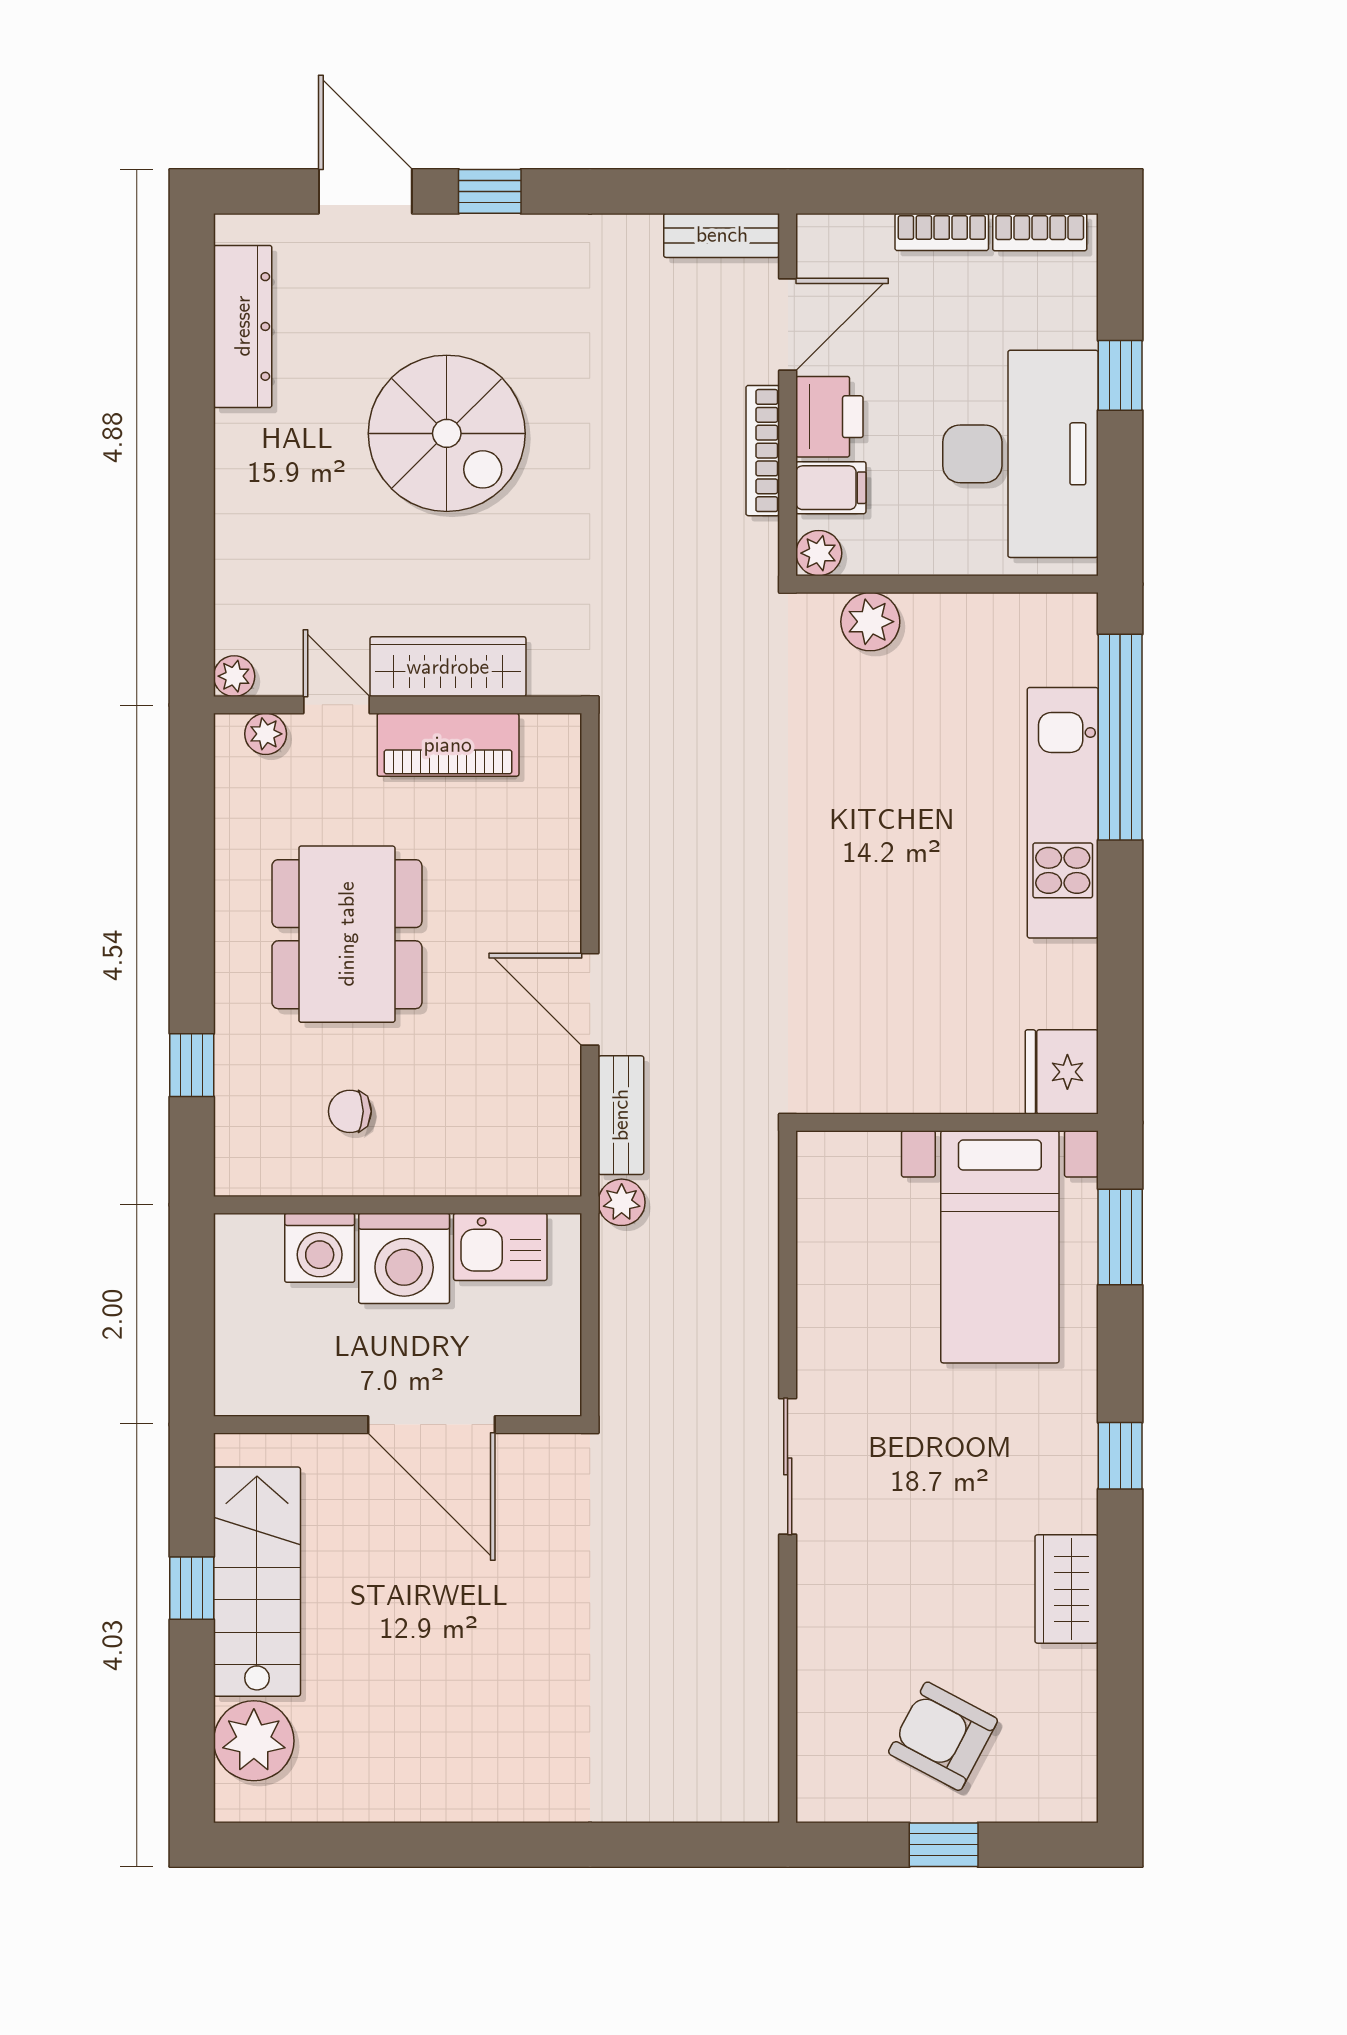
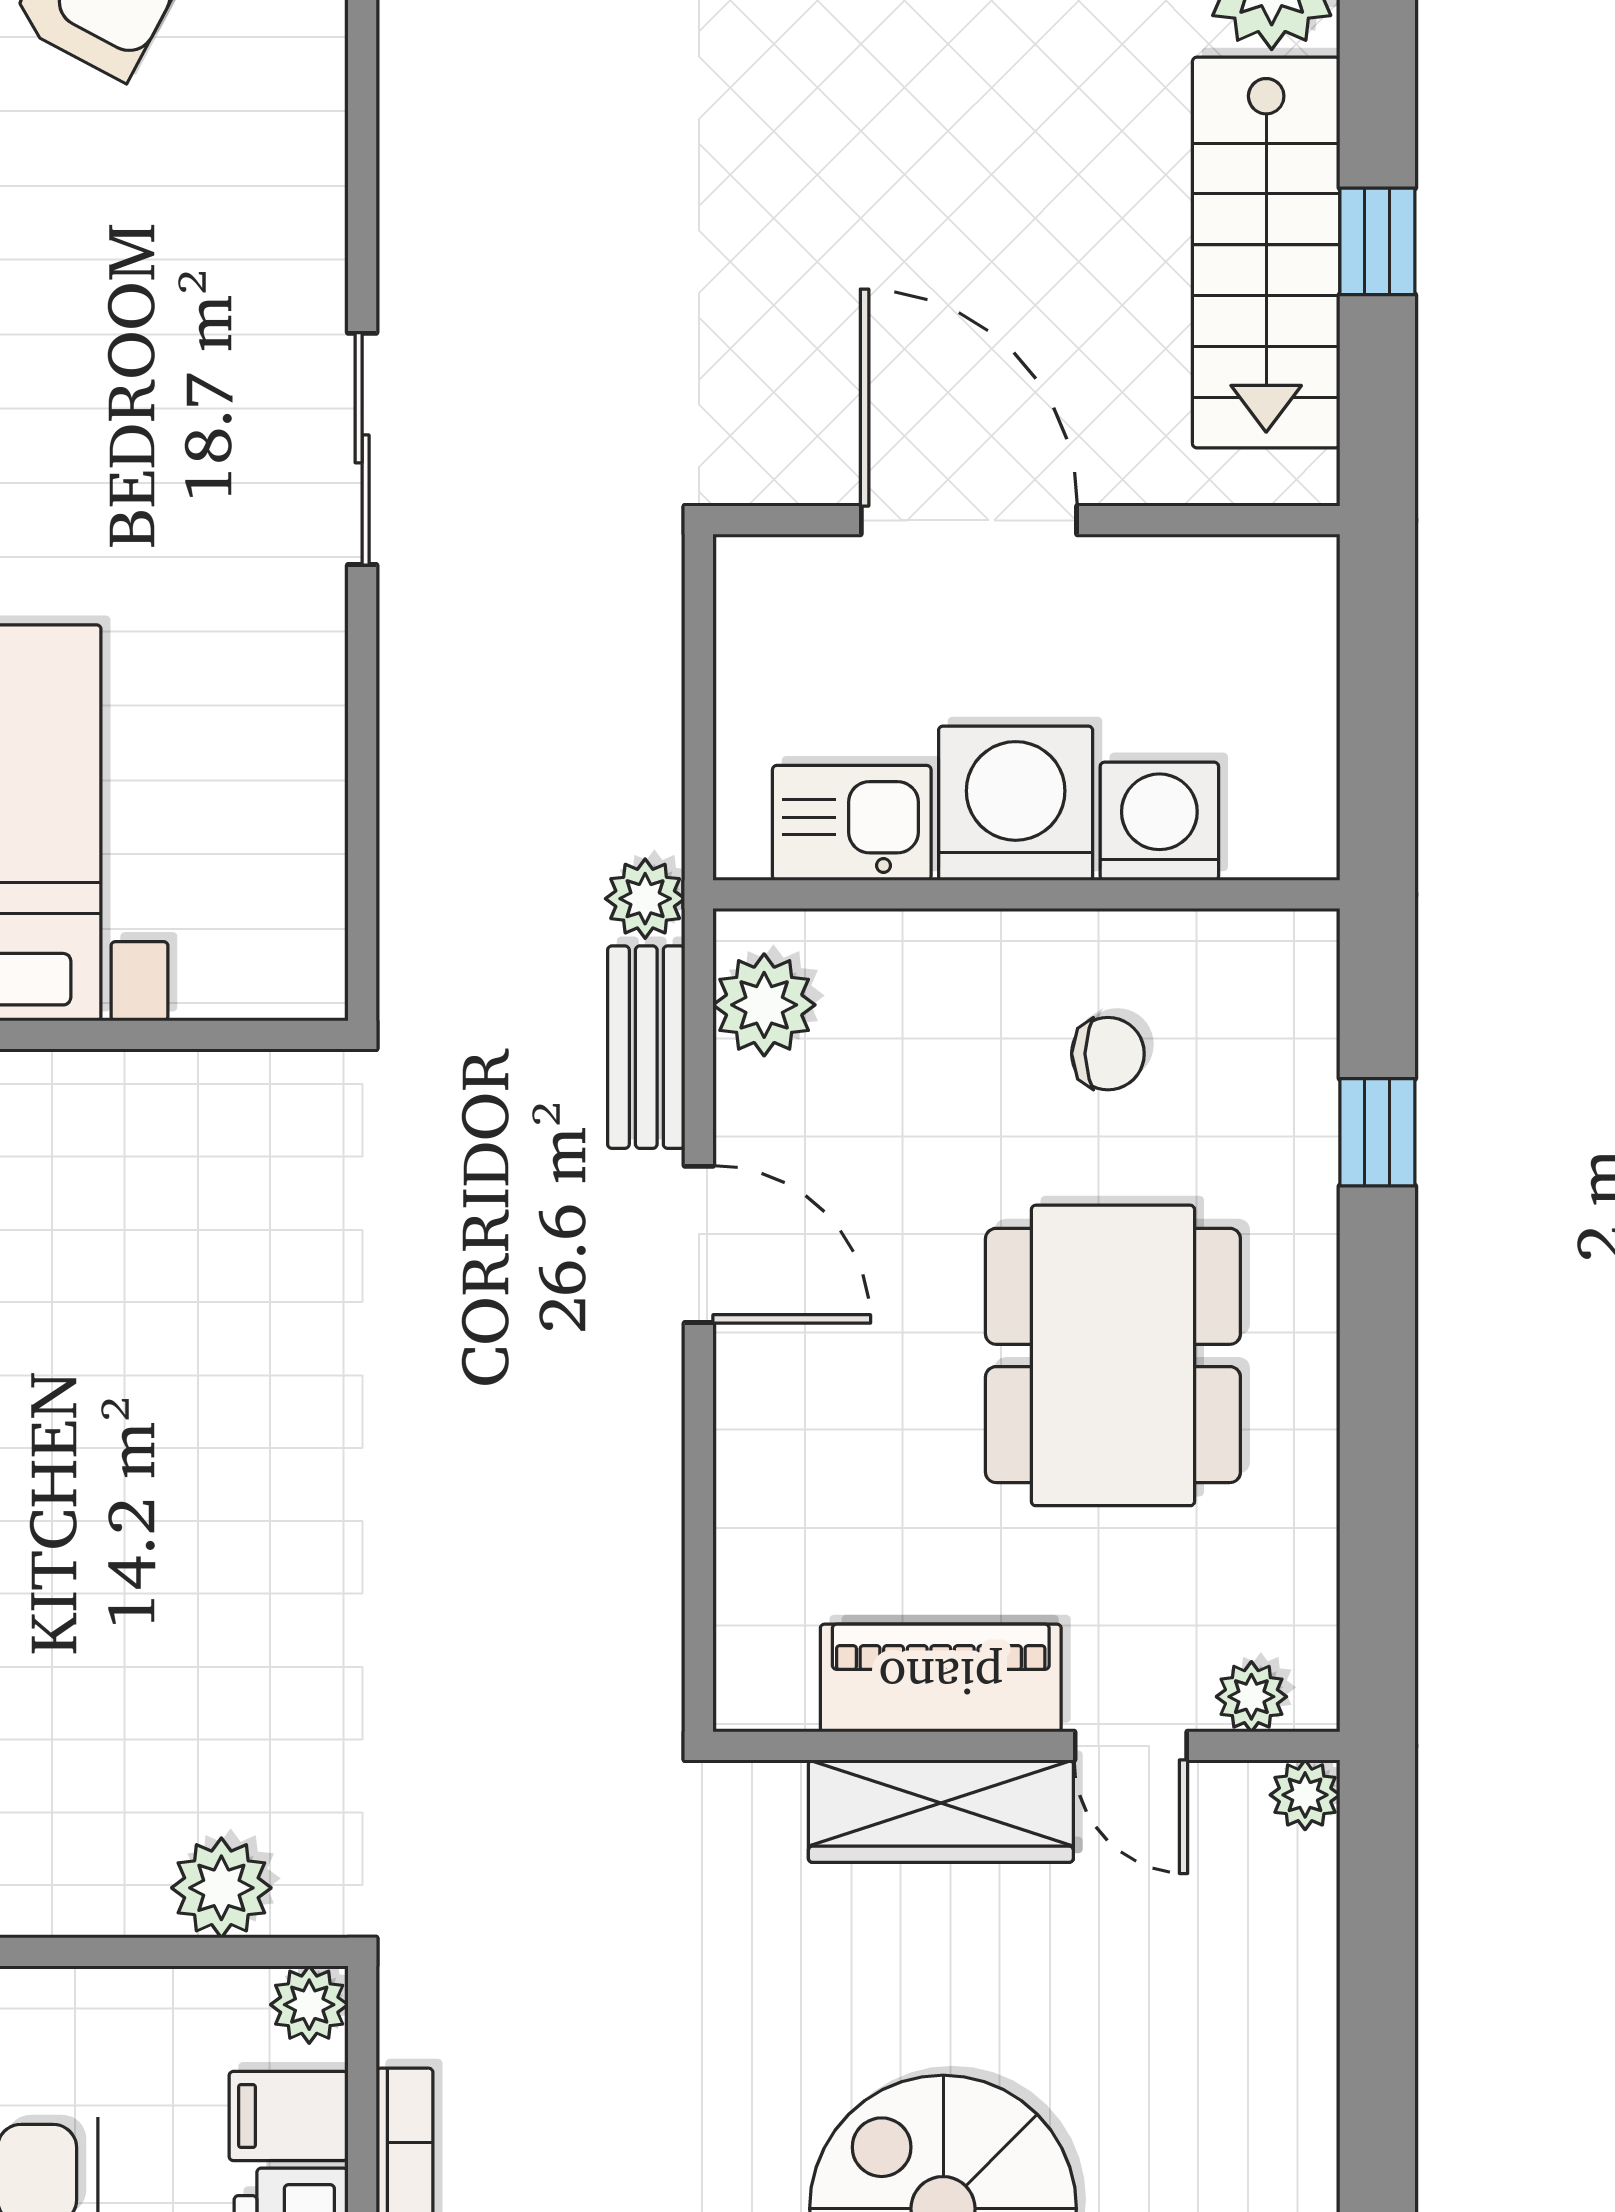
plant: (552, 1140) -> (764, 1005), added

